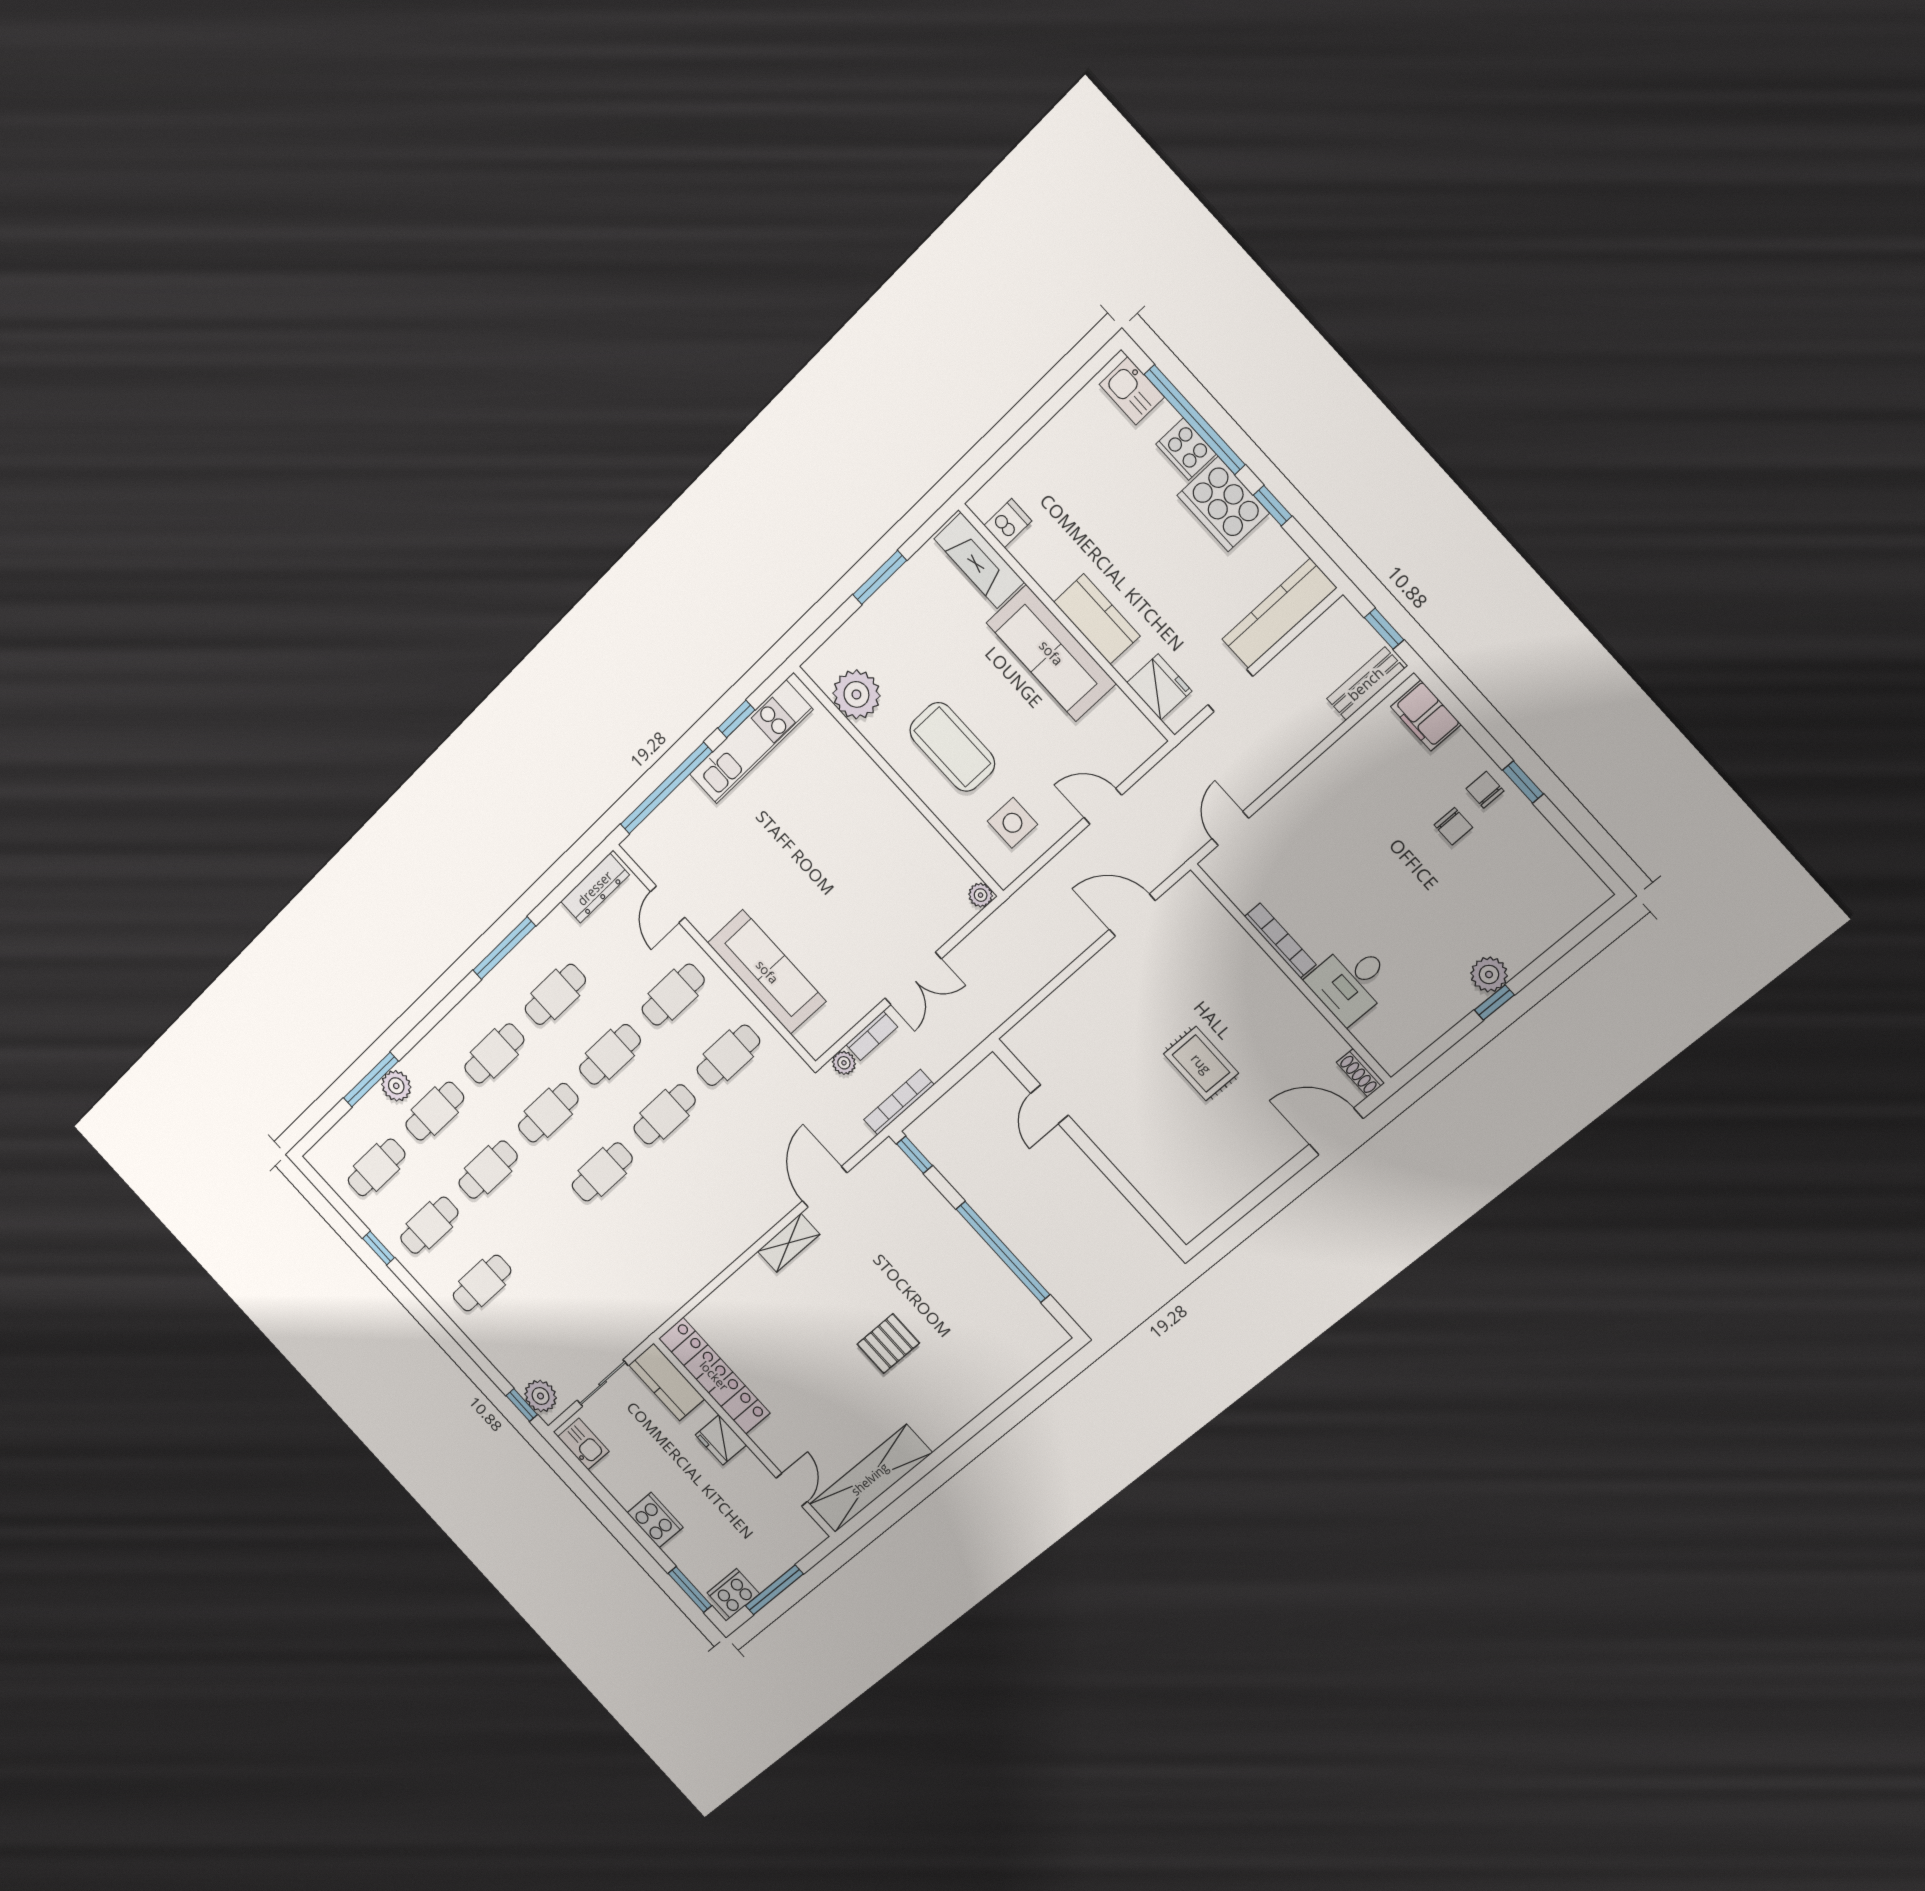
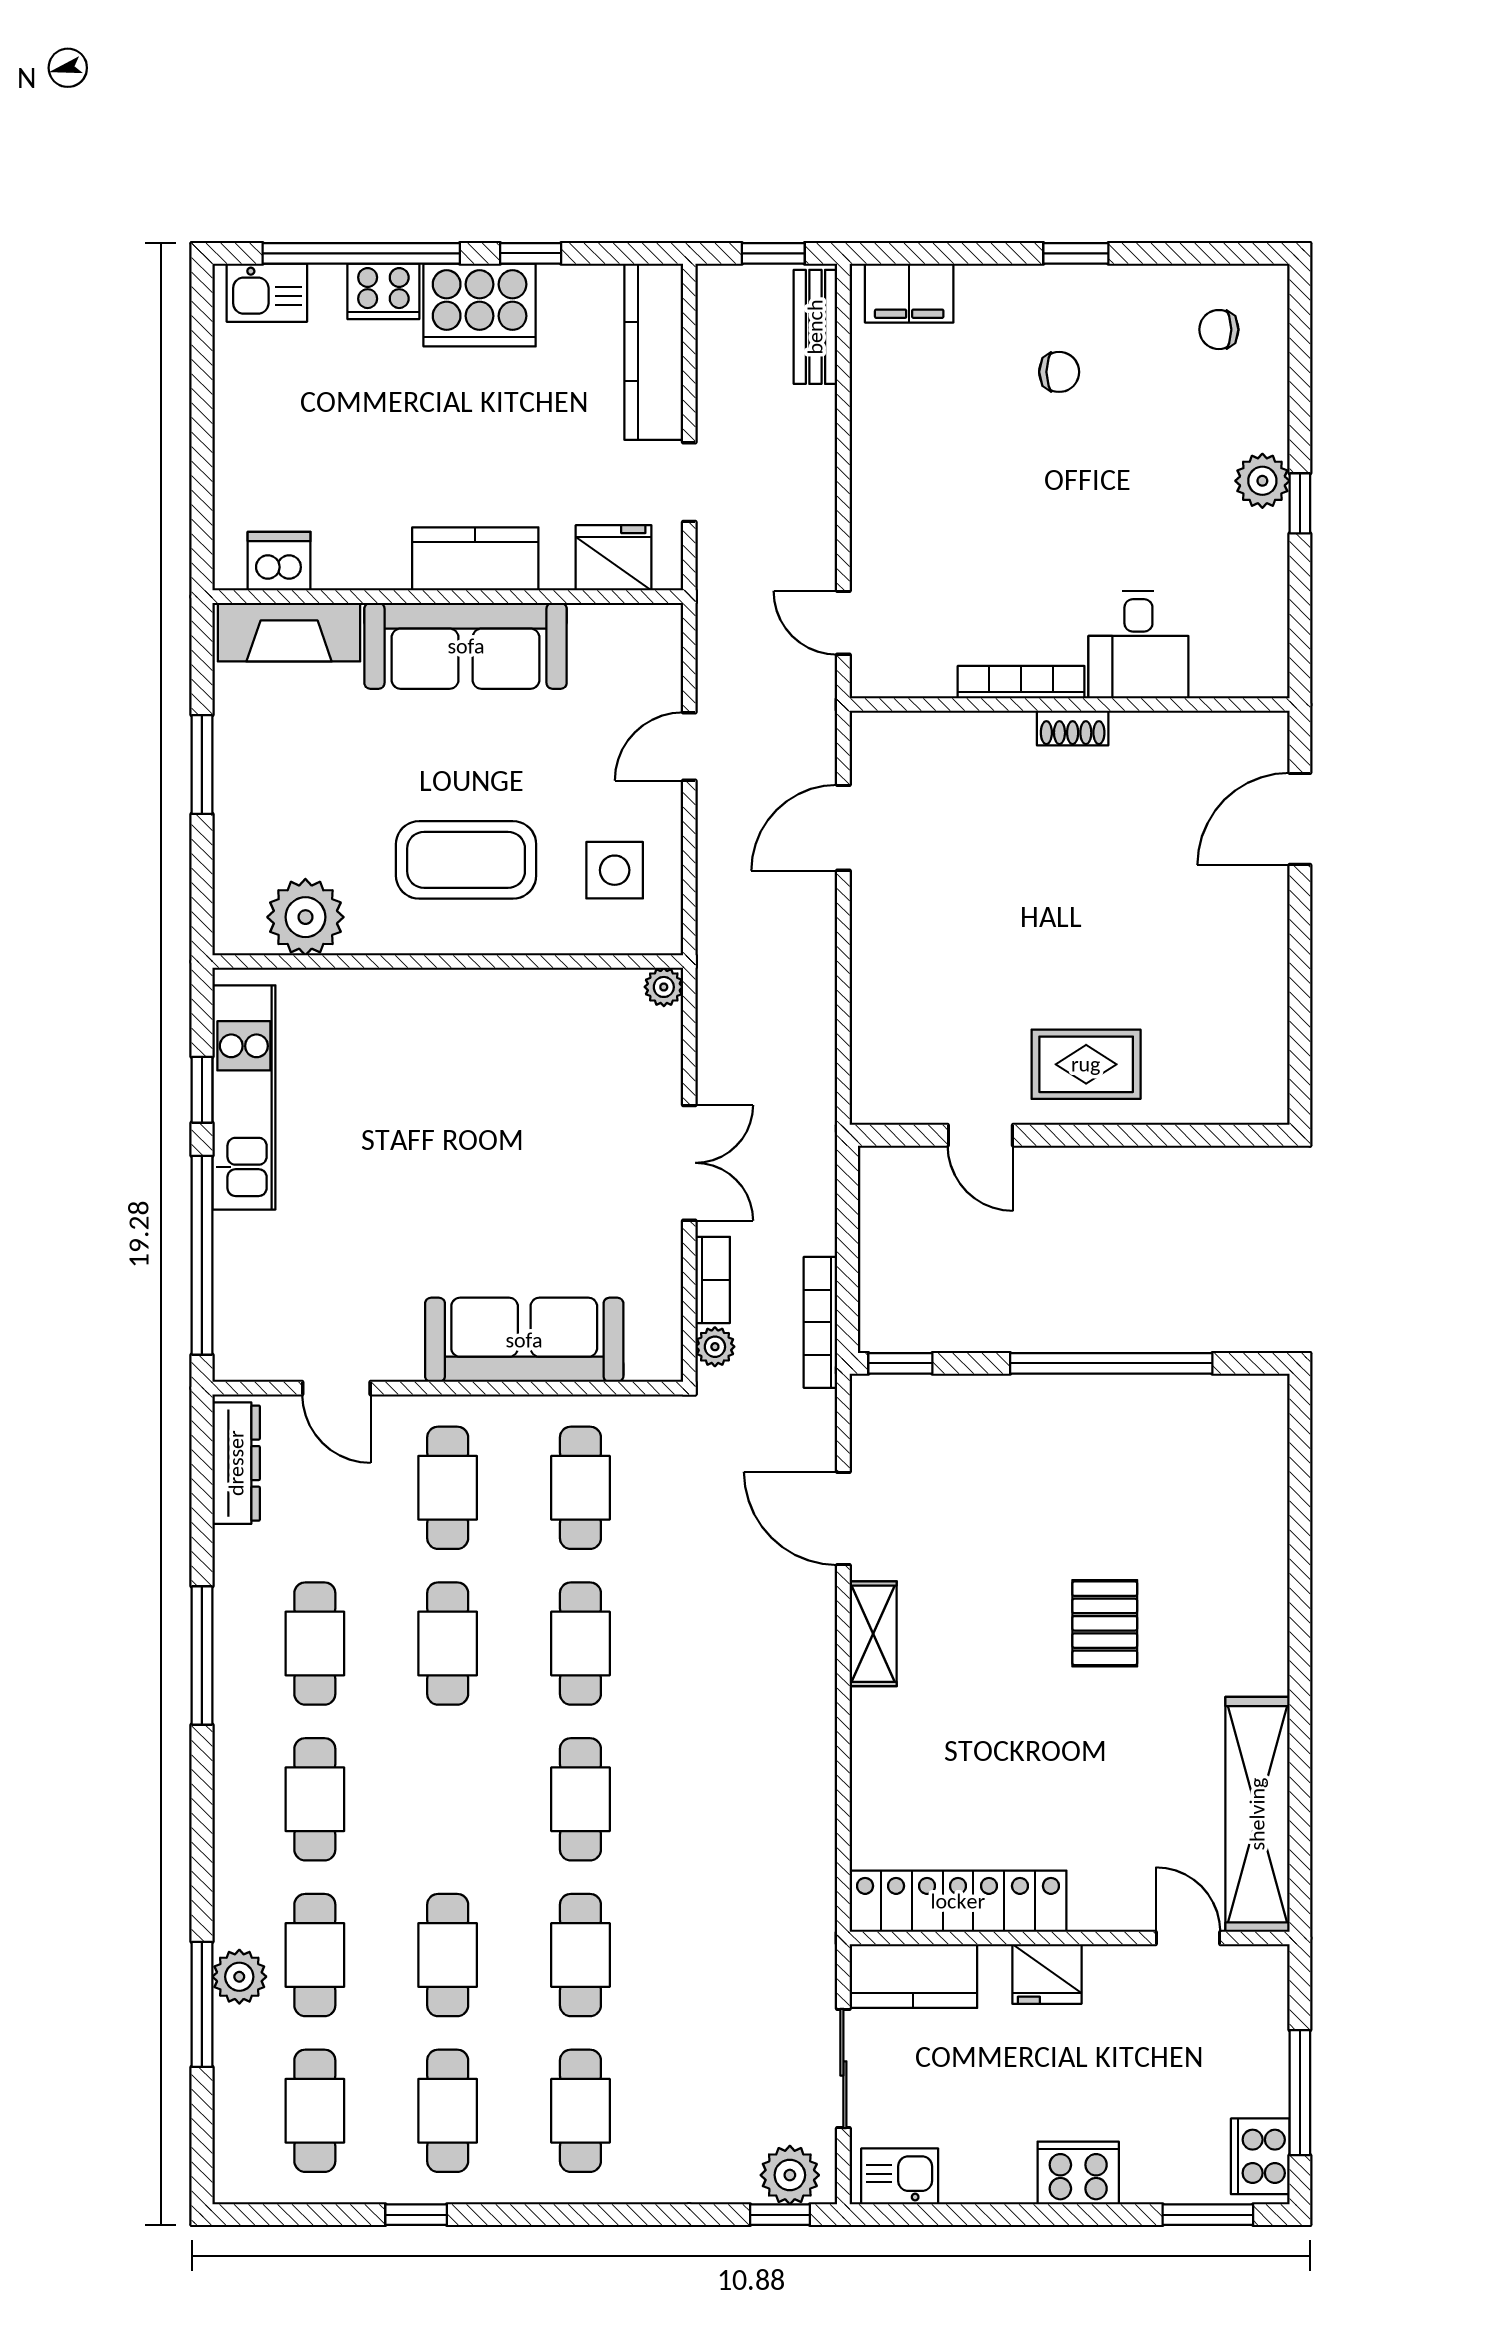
dishwasher: (1008, 523) -> (279, 561), width x1.38
chair: (1485, 790) -> (1219, 330), moved
rug: (1201, 1064) -> (1086, 1064), moved
shoe rack: (1360, 1073) -> (1073, 728), moved
cafe table: (548, 1113) -> (580, 1955), moved

